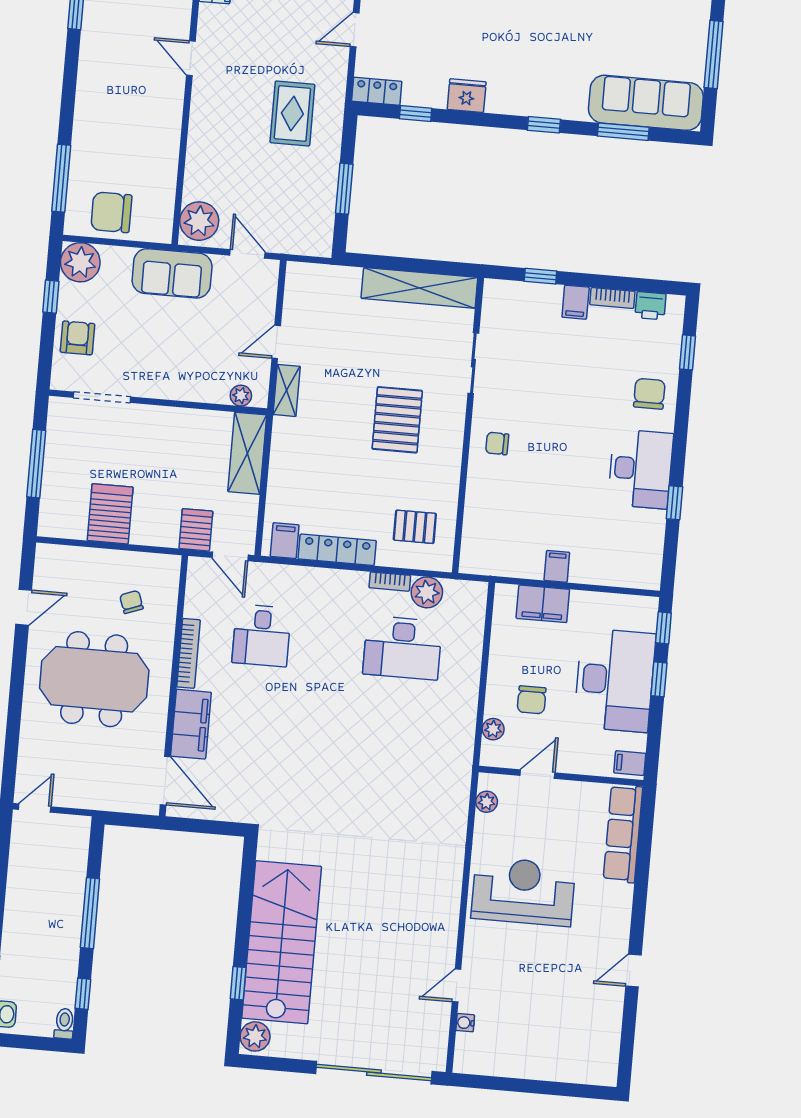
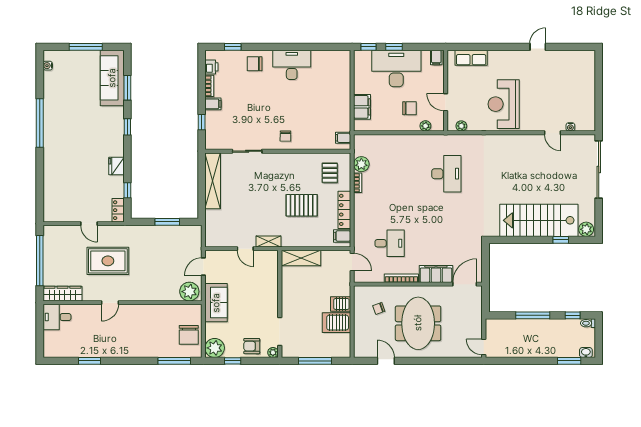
rug: (292, 113) -> (108, 261), moved, width x1.36, depth x1.43
plant: (241, 396) -> (273, 352), moved
pallet: (397, 420) -> (302, 205), moved
window: (674, 503) -> (307, 47), removed
server rack: (196, 530) -> (341, 304), moved
door: (230, 556) -> (352, 262), hinge flipped
filing cabinet: (557, 566) -> (343, 138), moved
desk: (403, 648) -> (446, 174), moved
row of seats: (623, 834) -> (471, 58), width x0.68
door: (633, 971) -> (538, 47), swing flipped

